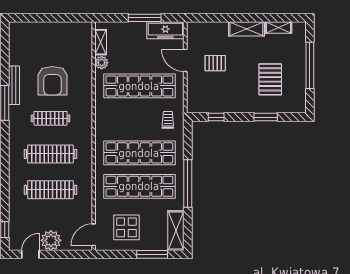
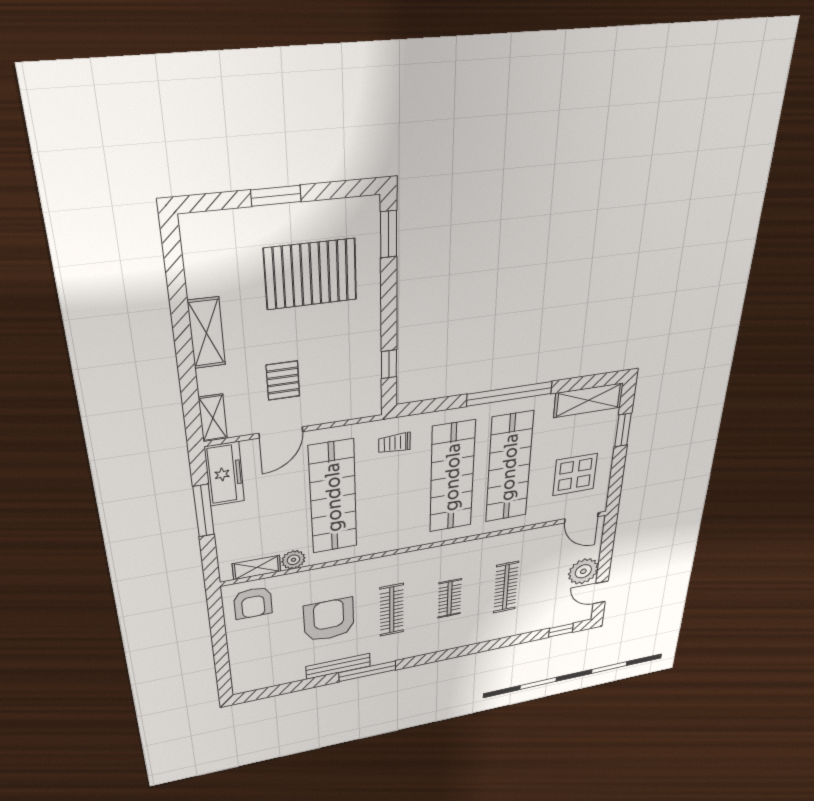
shelving: (278, 28) -> (213, 418), moved
armchair: (76, 38) -> (253, 603), added
window: (310, 65) -> (276, 196), width x0.47
pallet: (270, 79) -> (311, 274), width x1.37, depth x1.41
armchair: (52, 81) -> (329, 620), turned -90
window: (266, 117) -> (389, 234), moved
clothes rail: (50, 154) -> (450, 598), width x0.54, depth x0.76
clothes rail: (50, 190) -> (506, 587), width x0.73, depth x0.76
window: (152, 254) -> (623, 430), width x0.69

